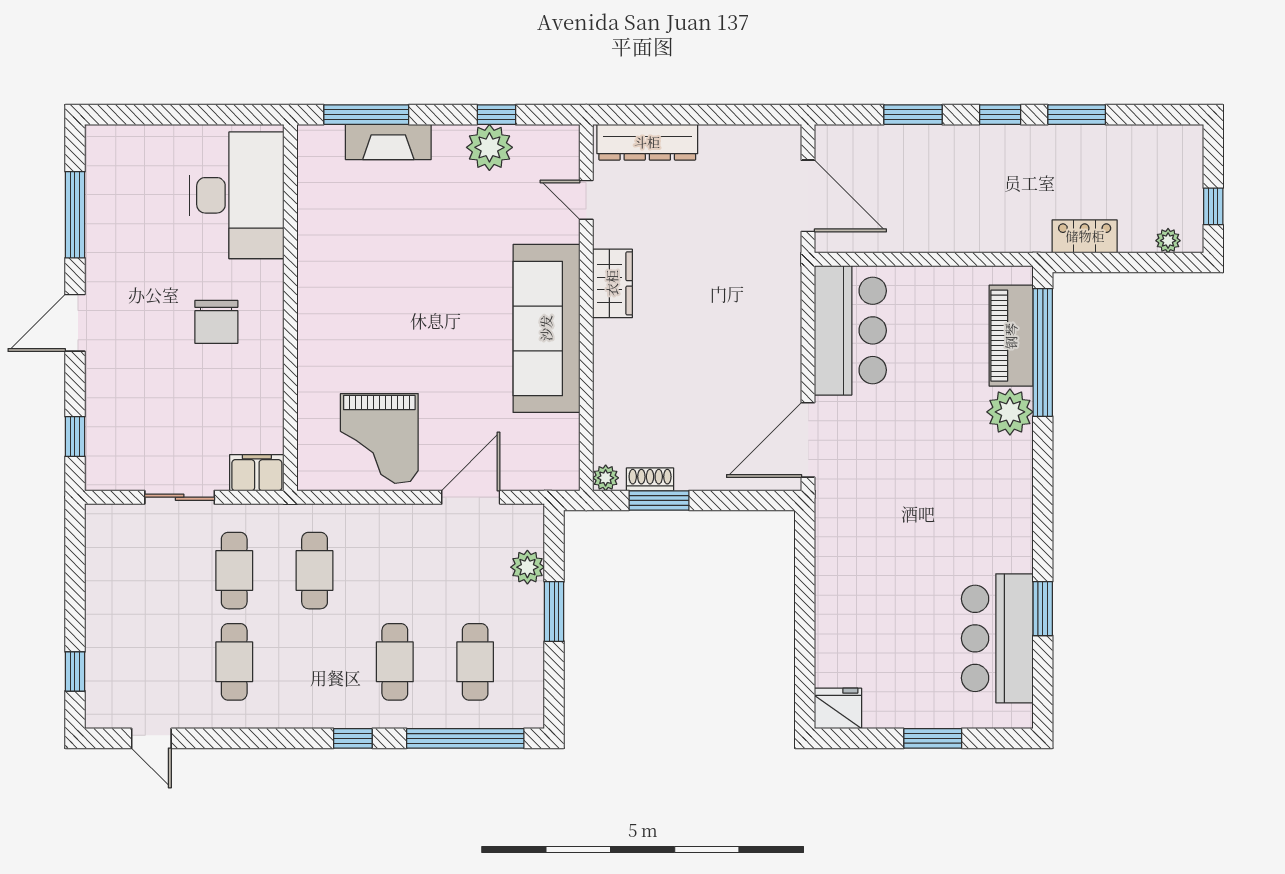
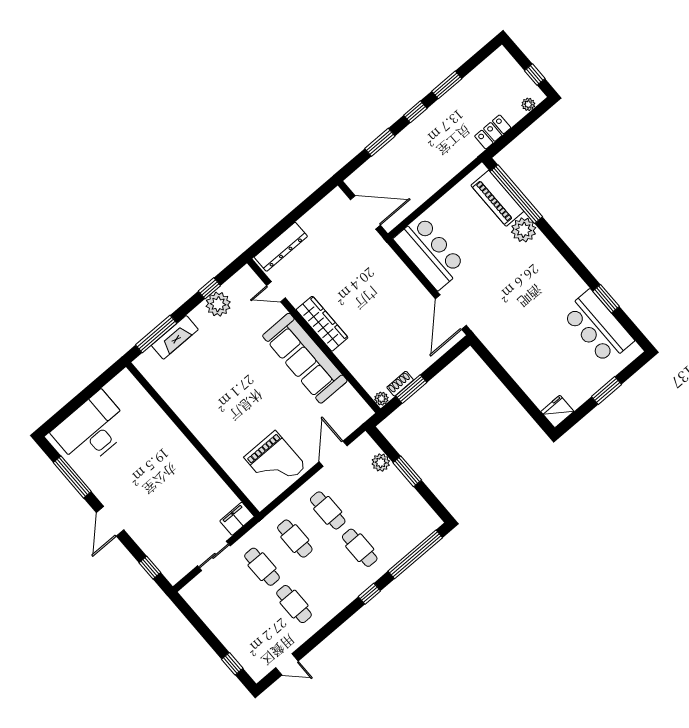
desk: (237, 195) -> (92, 430), moved, turned -90
wardrobe: (612, 283) -> (322, 324), width x1.50
chair: (216, 322) -> (168, 471), removed
cafe table: (475, 662) -> (328, 510), moved

